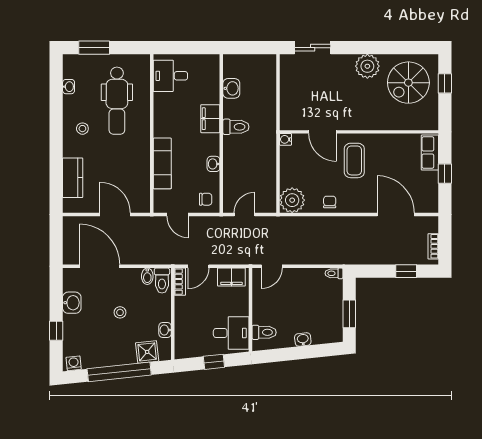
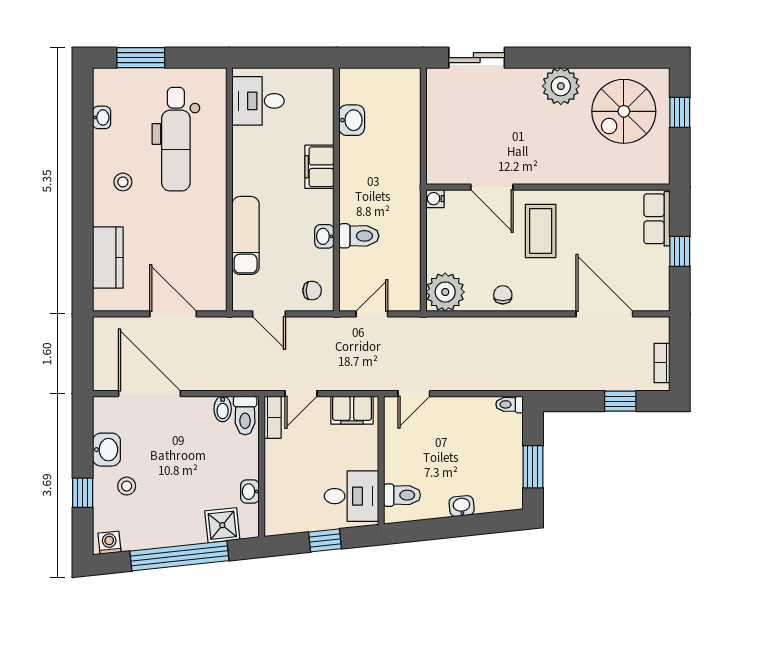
toilet: (236, 127) -> (359, 236), moved
stool: (120, 312) -> (127, 486), moved

